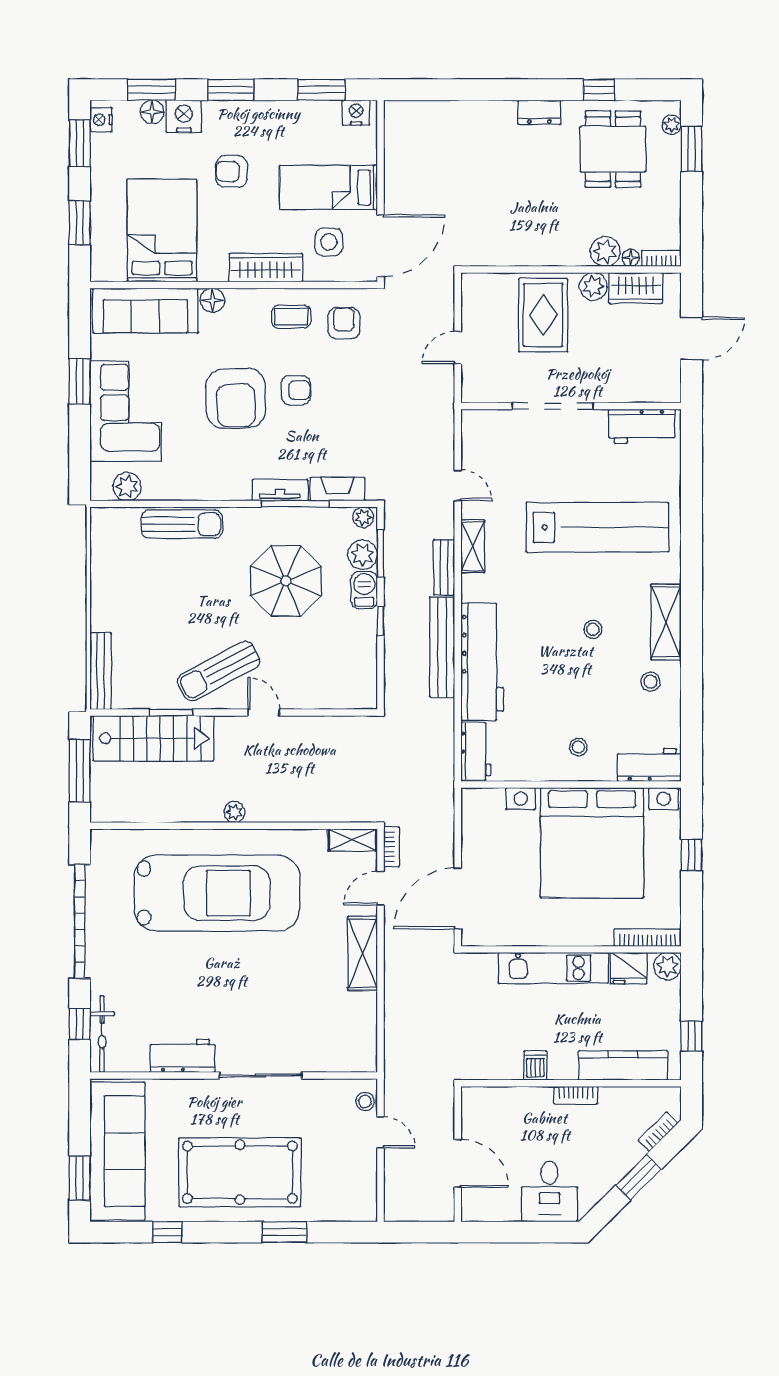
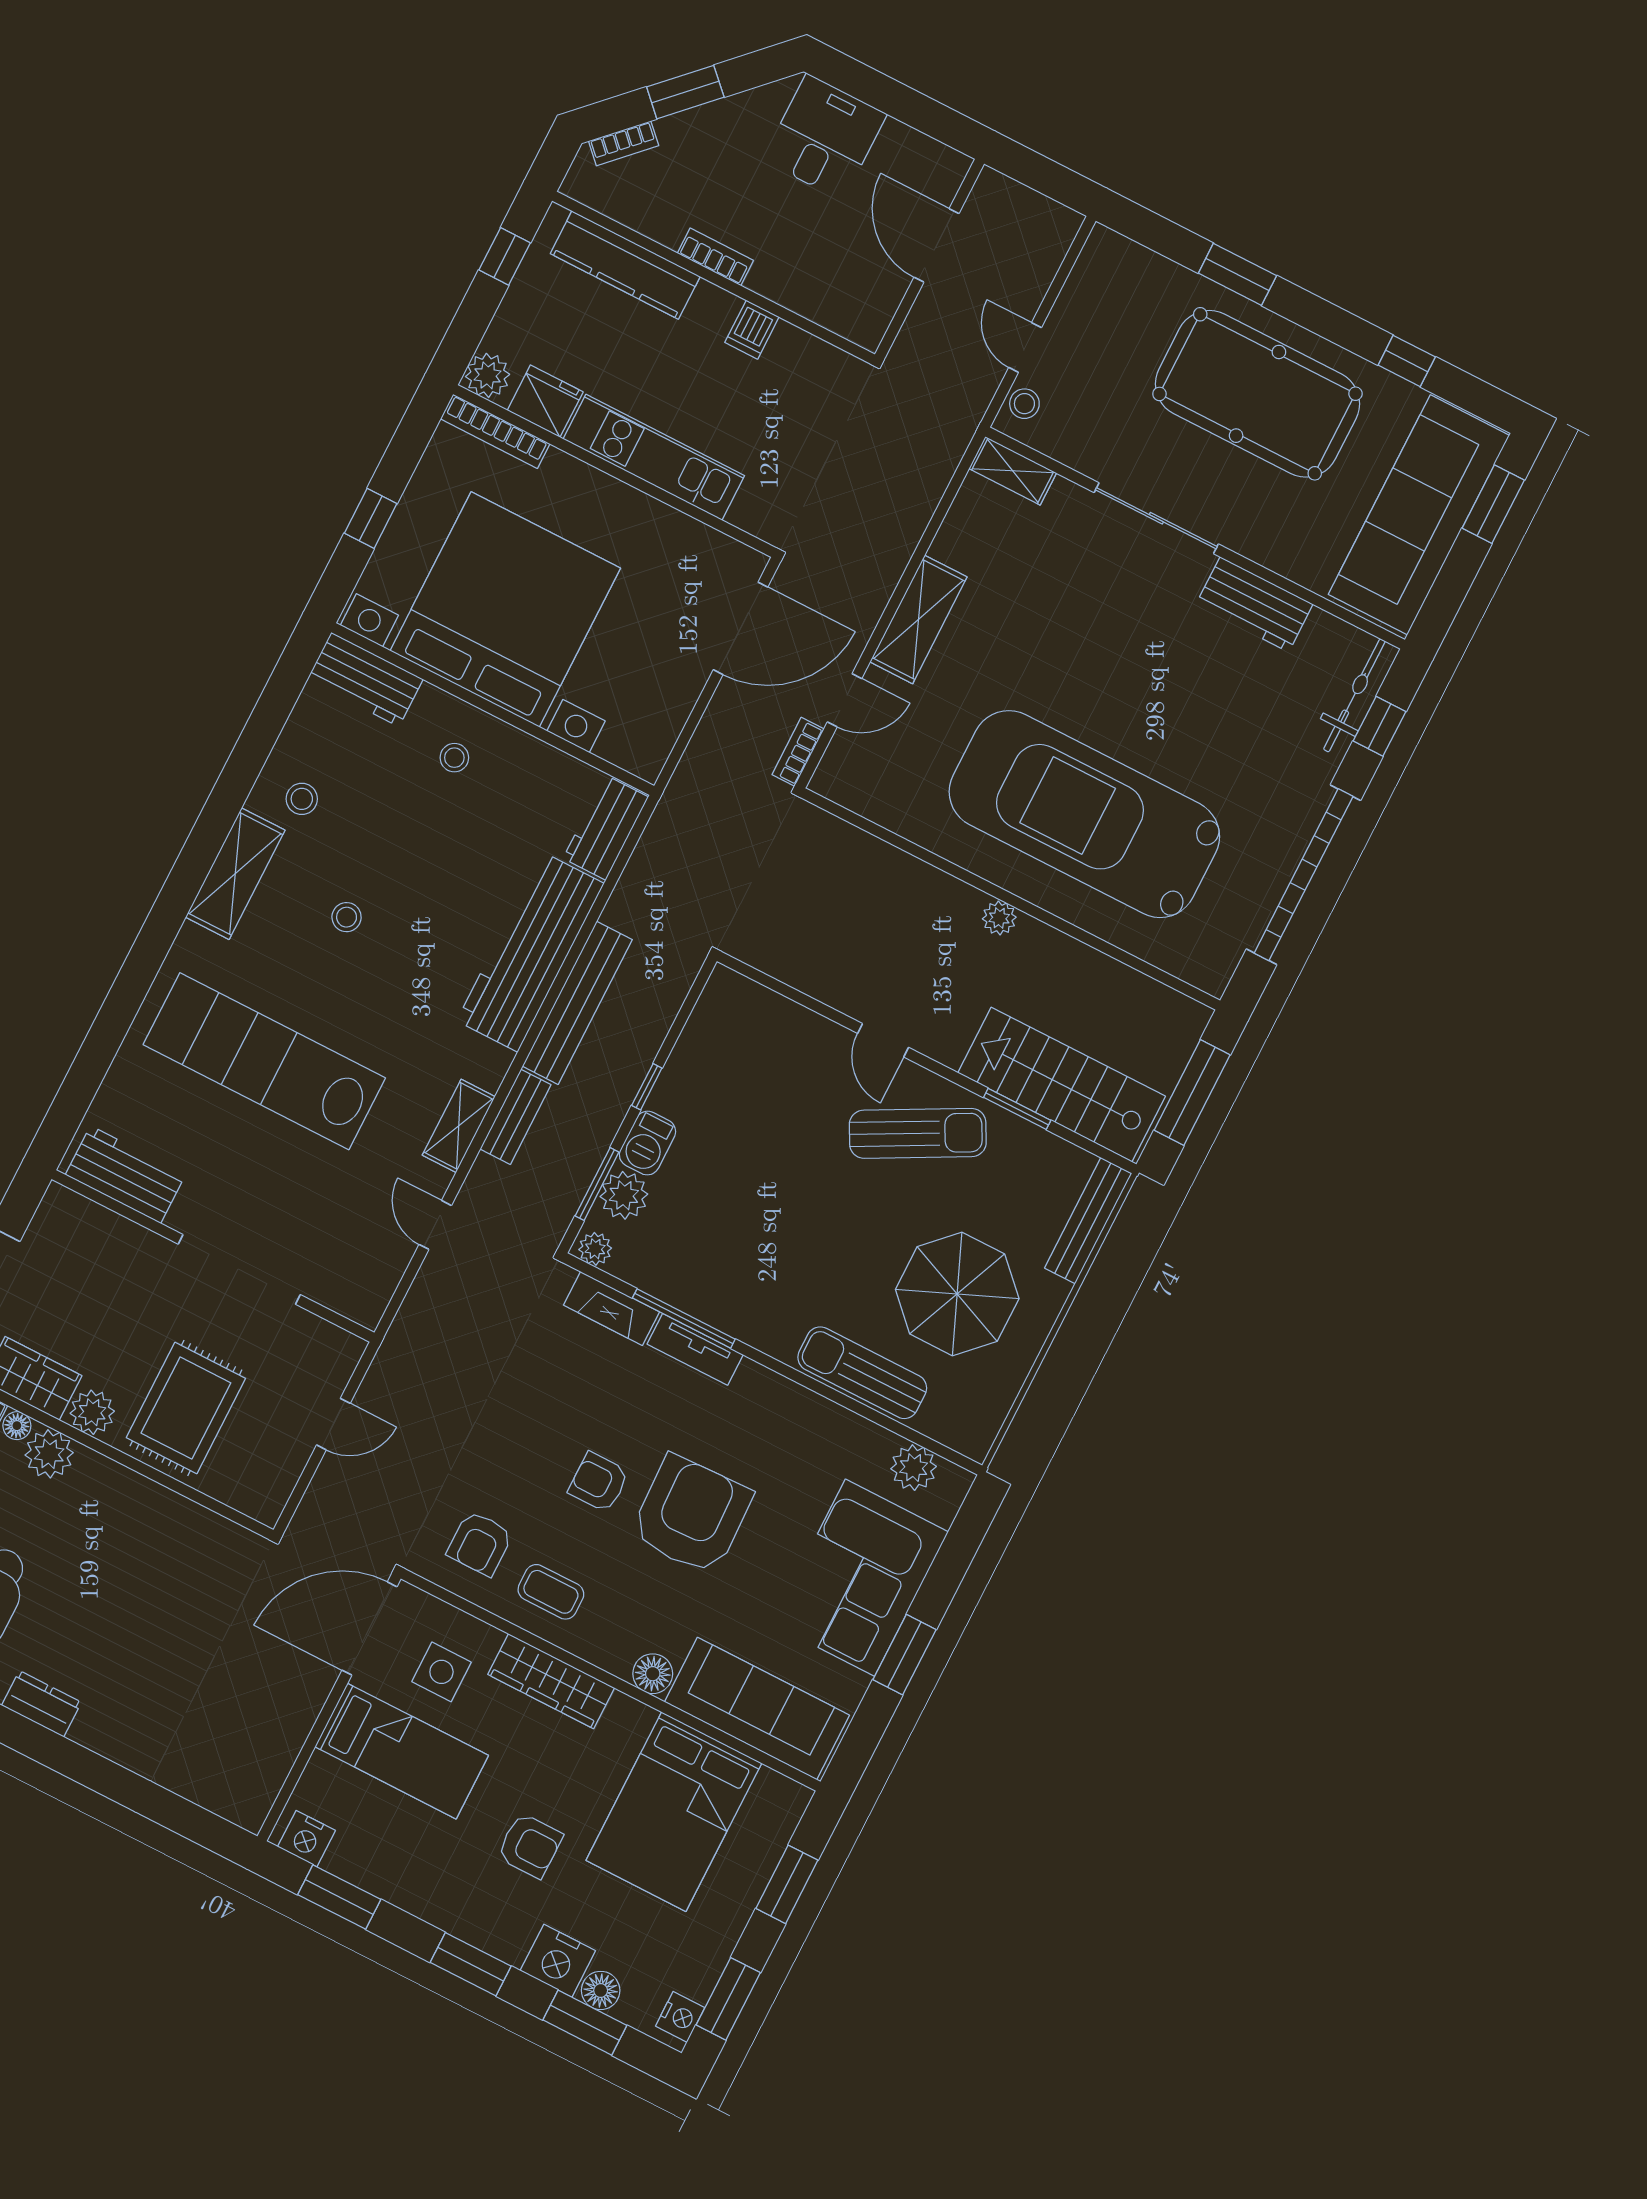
parasol: (286, 581) -> (957, 1294), moved
shelving: (353, 840) -> (1013, 471), moved

